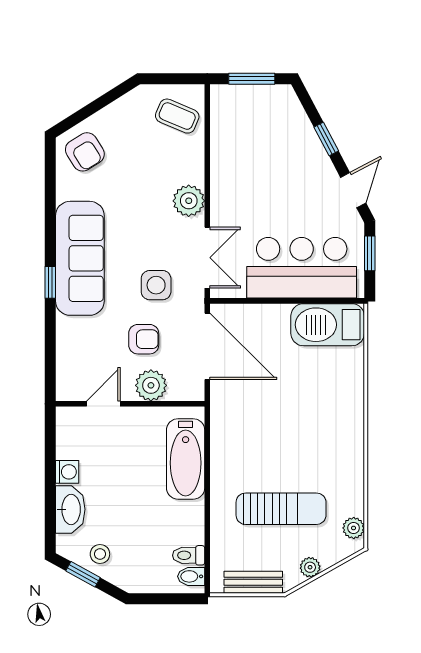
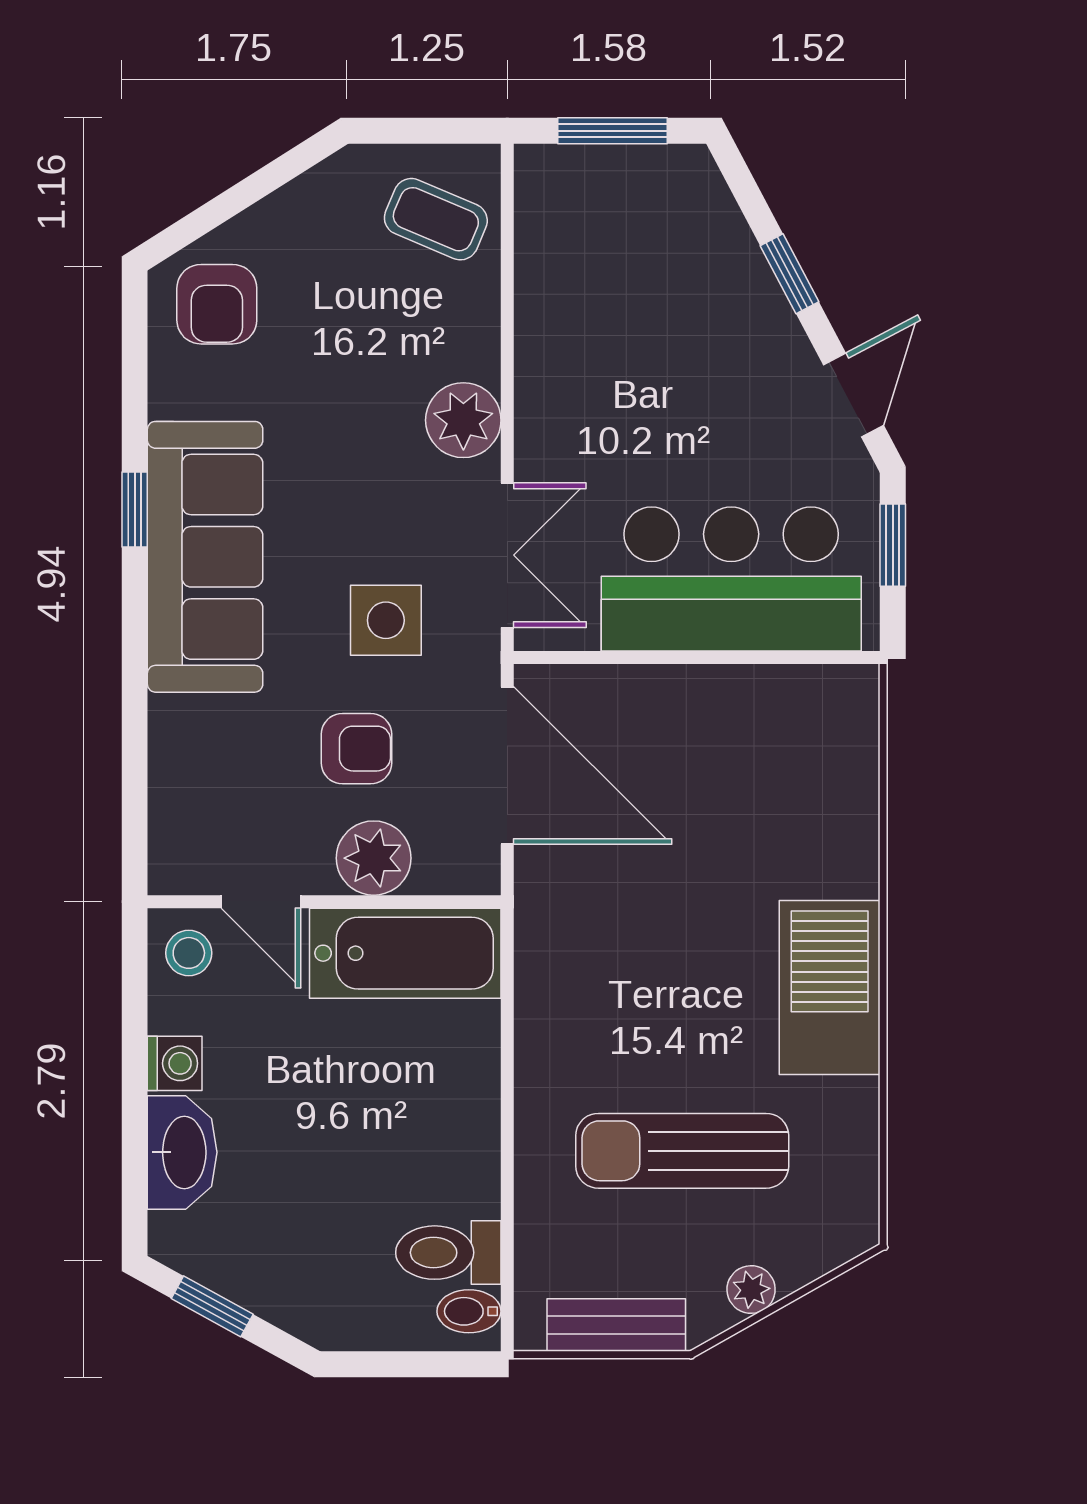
armchair: (85, 152) -> (217, 304), turned 32
window: (50, 282) -> (135, 509), moved
barbecue: (328, 325) -> (830, 988), moved, turned 90
door: (103, 404) -> (261, 902), swing flipped
bathtub: (186, 459) -> (405, 953), moved, turned -90
sun lounger: (281, 509) -> (682, 1151), turned 180
plant: (354, 528) -> (854, 1196), removed
stool: (100, 554) -> (189, 953), moved
toilet: (189, 555) -> (448, 1253), width x1.37, depth x1.39

